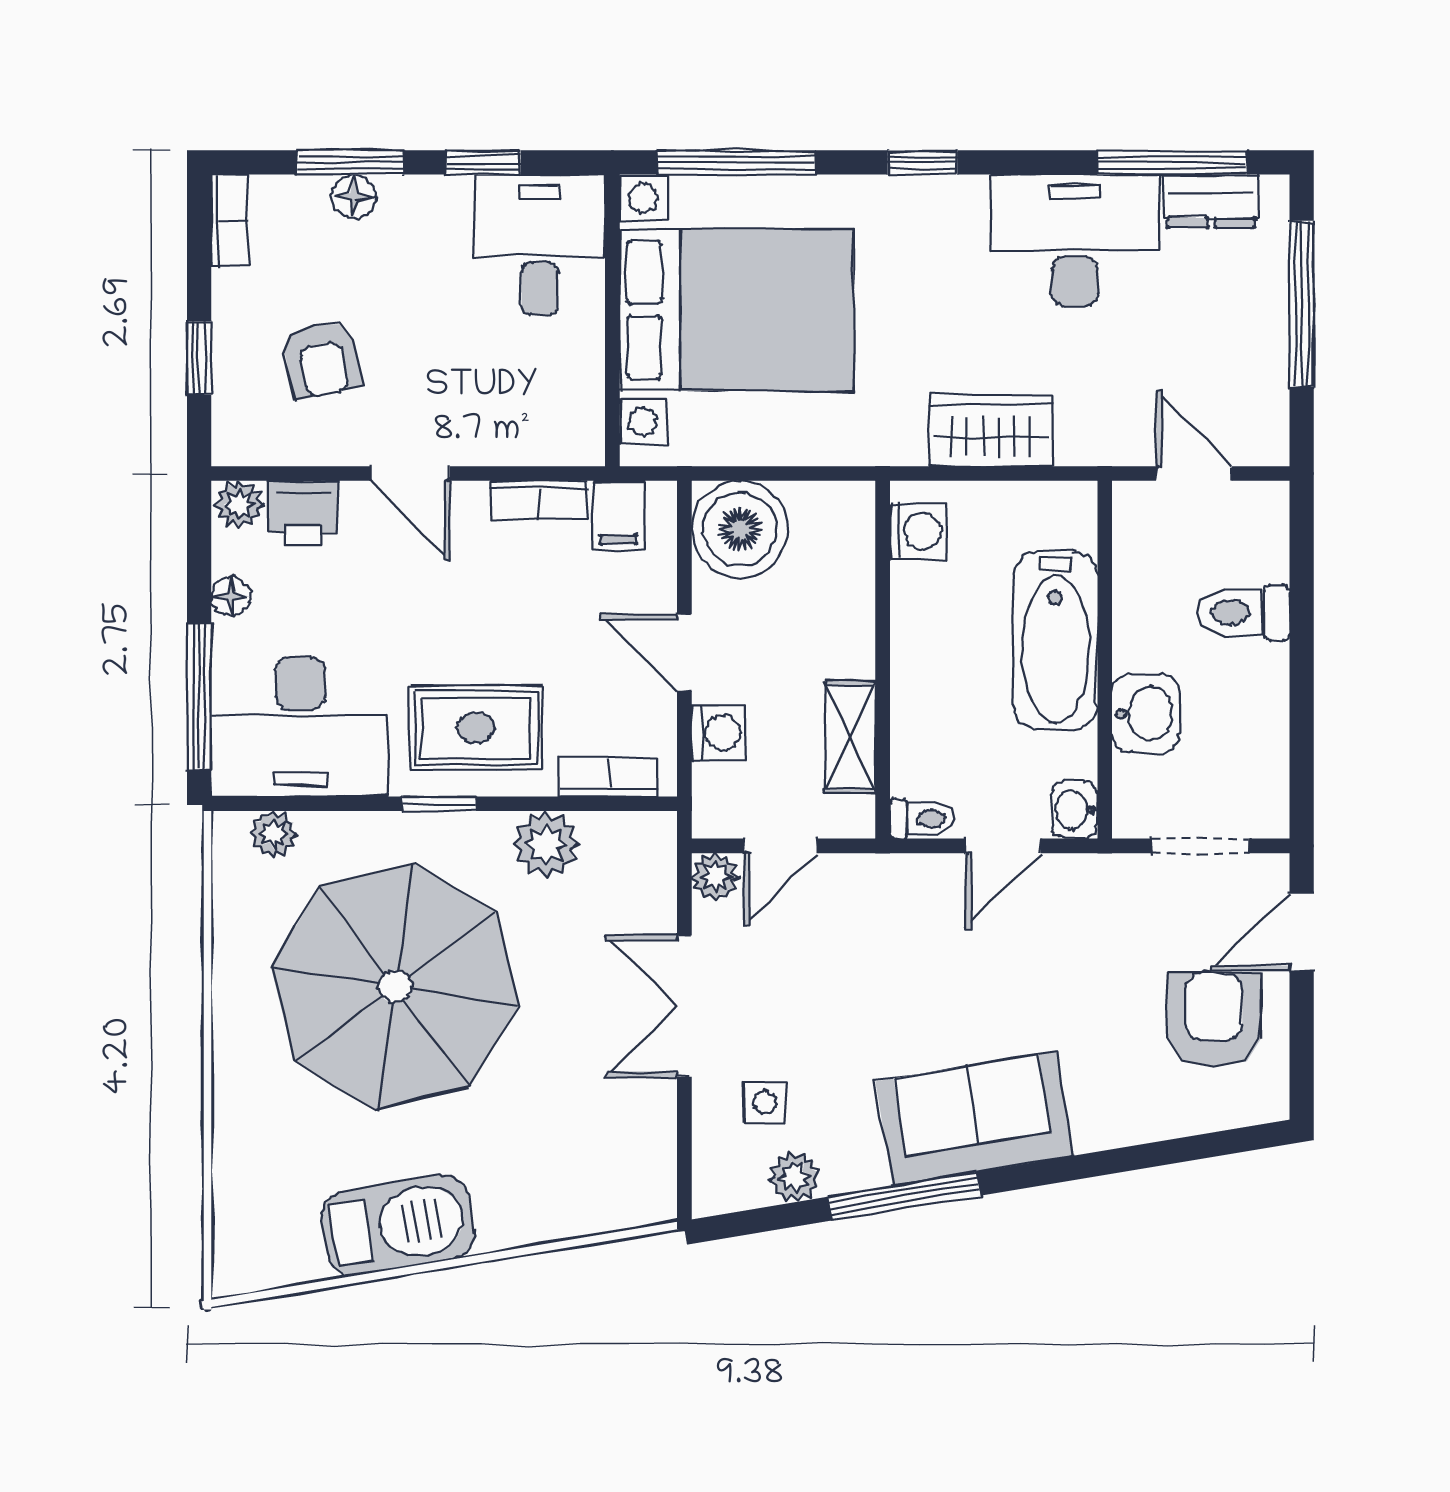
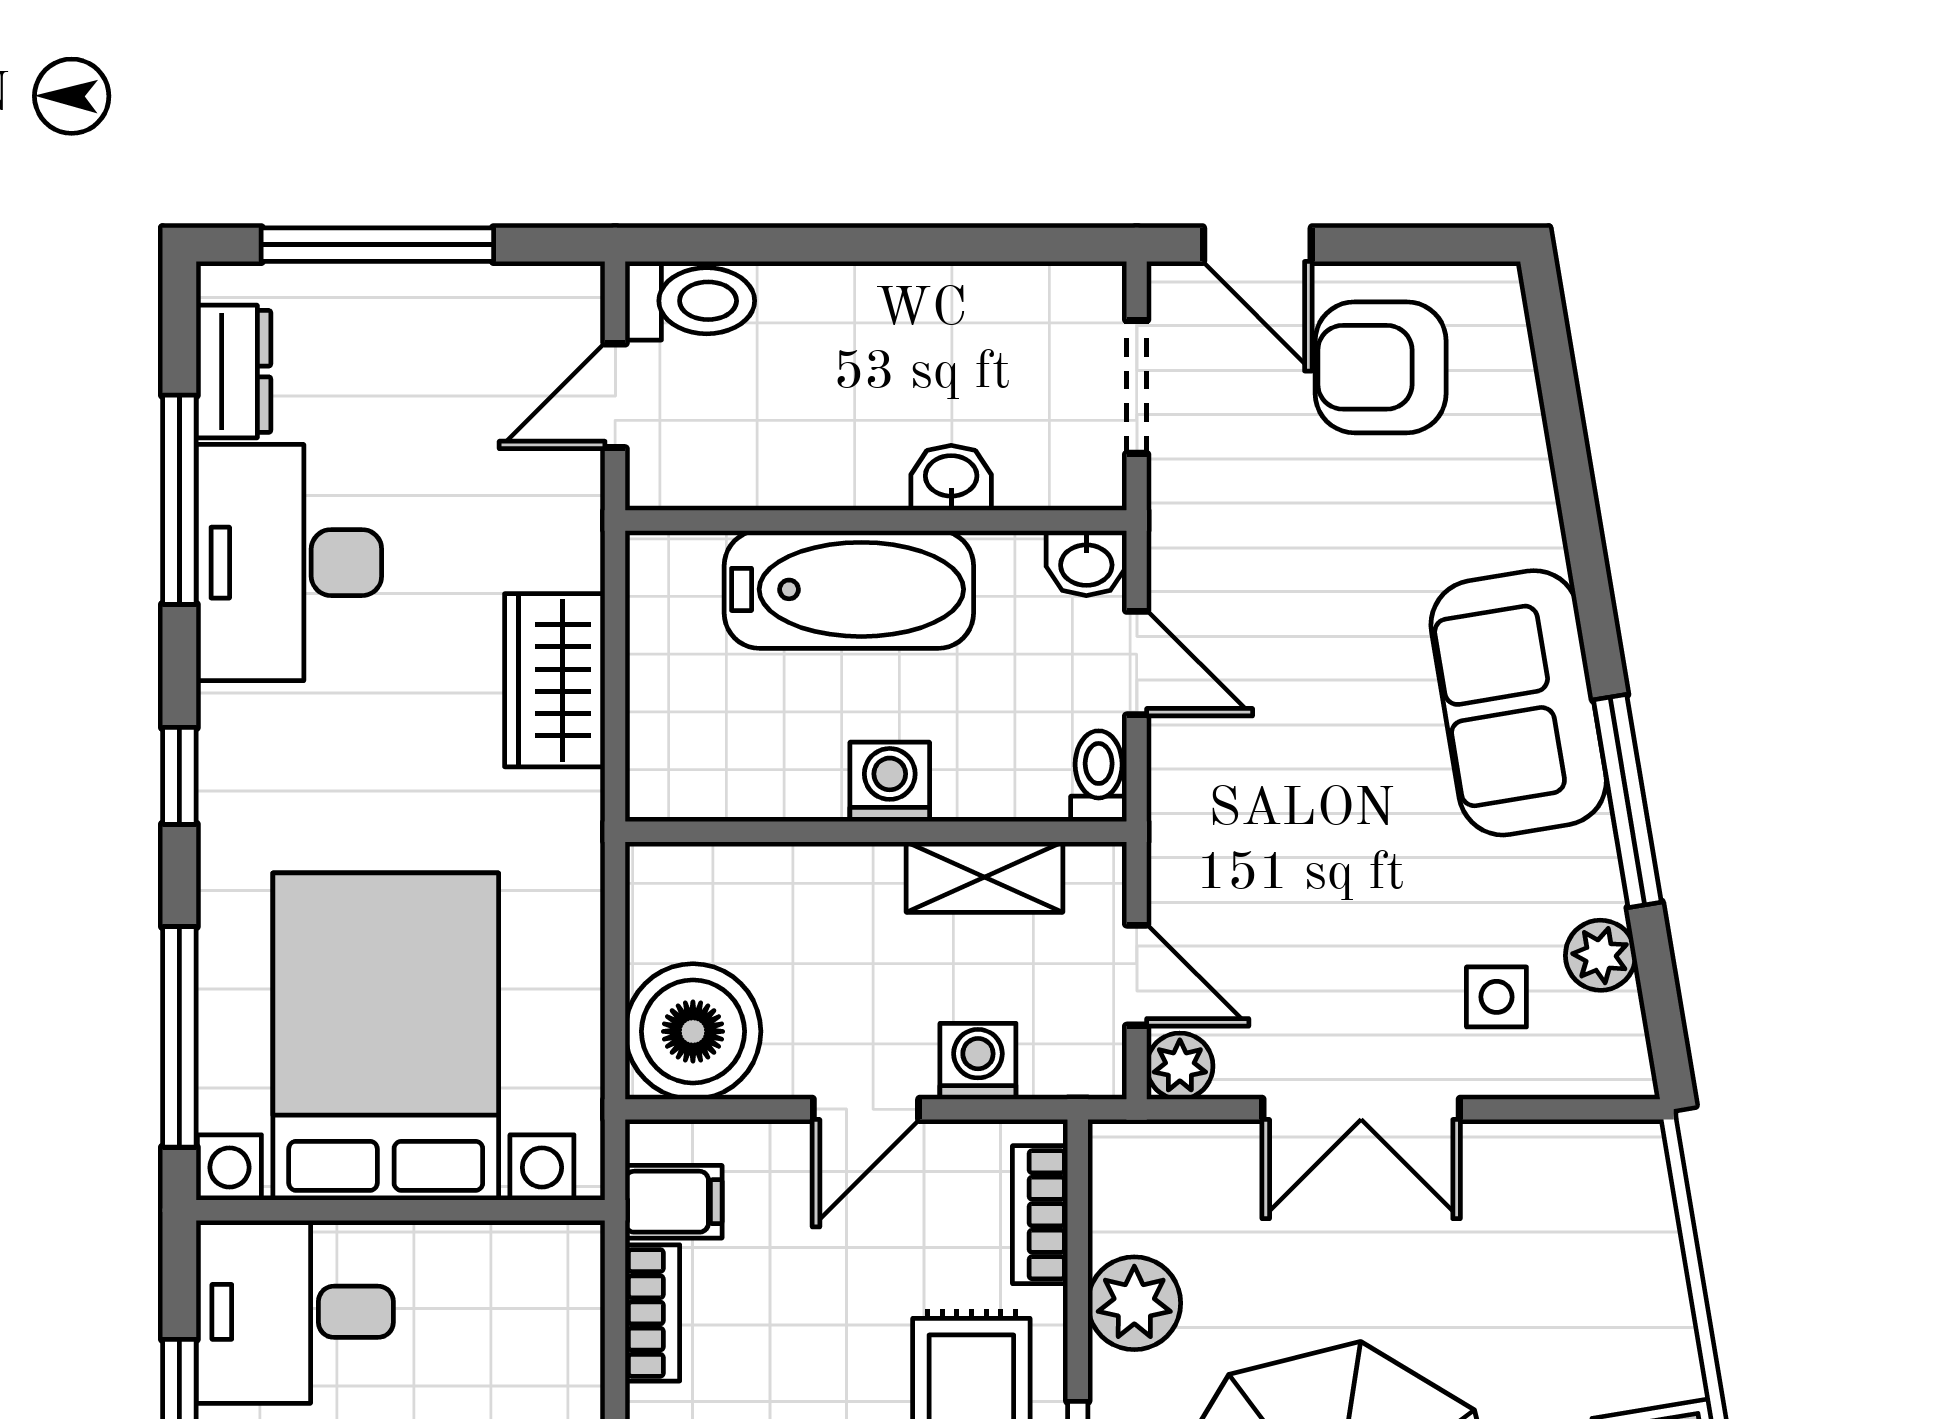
window: (1172, 162) -> (179, 500), moved
washing machine: (918, 531) -> (890, 782), moved
toilet: (1243, 612) -> (690, 301), moved, turned -90
washbasin: (1146, 713) -> (951, 478), width x0.72, depth x0.69

